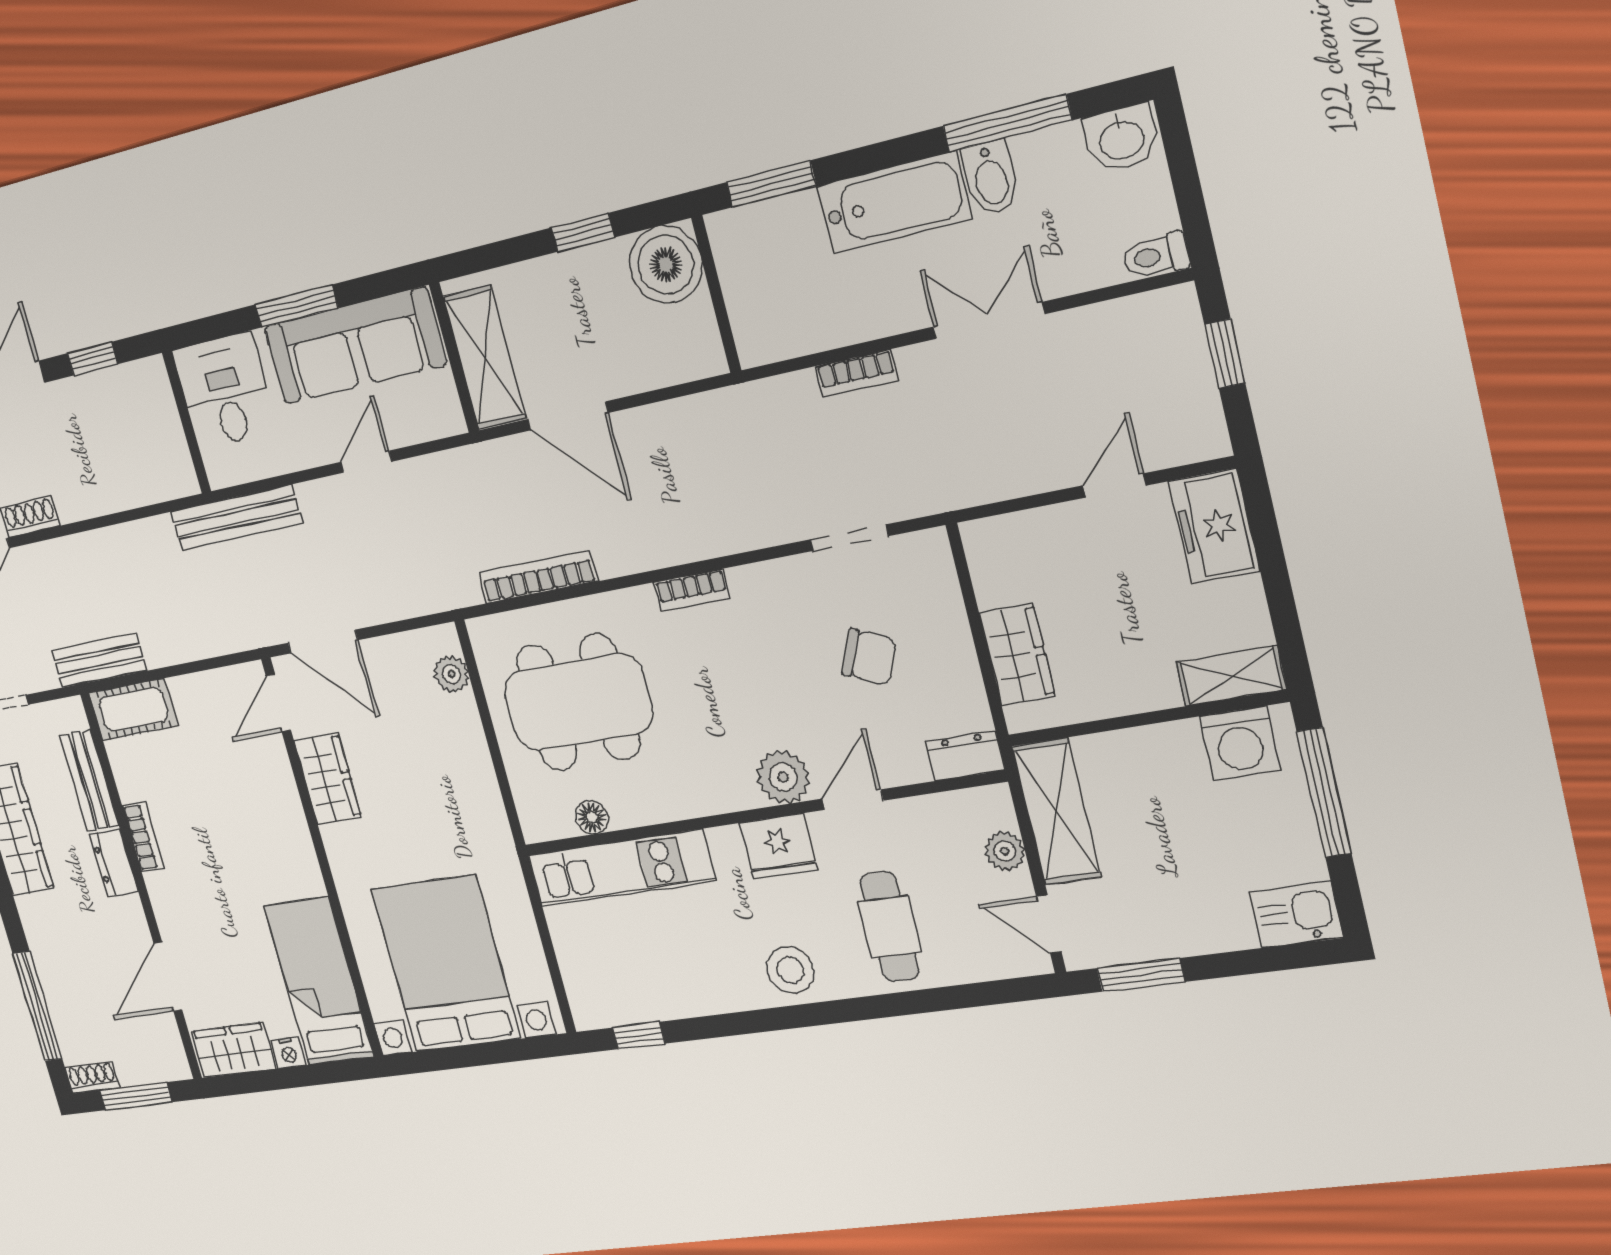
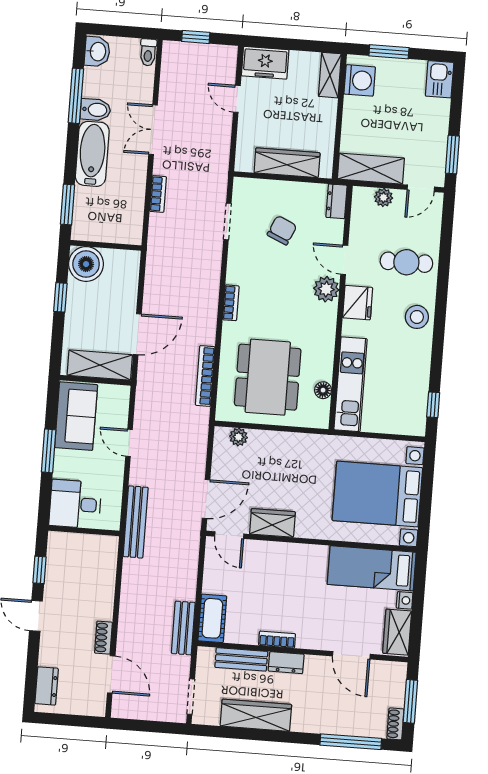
sofa: (355, 346) -> (76, 416), width x0.73
wardrobe: (1017, 655) -> (287, 163), width x1.50
window: (1324, 793) -> (389, 52), width x0.69

